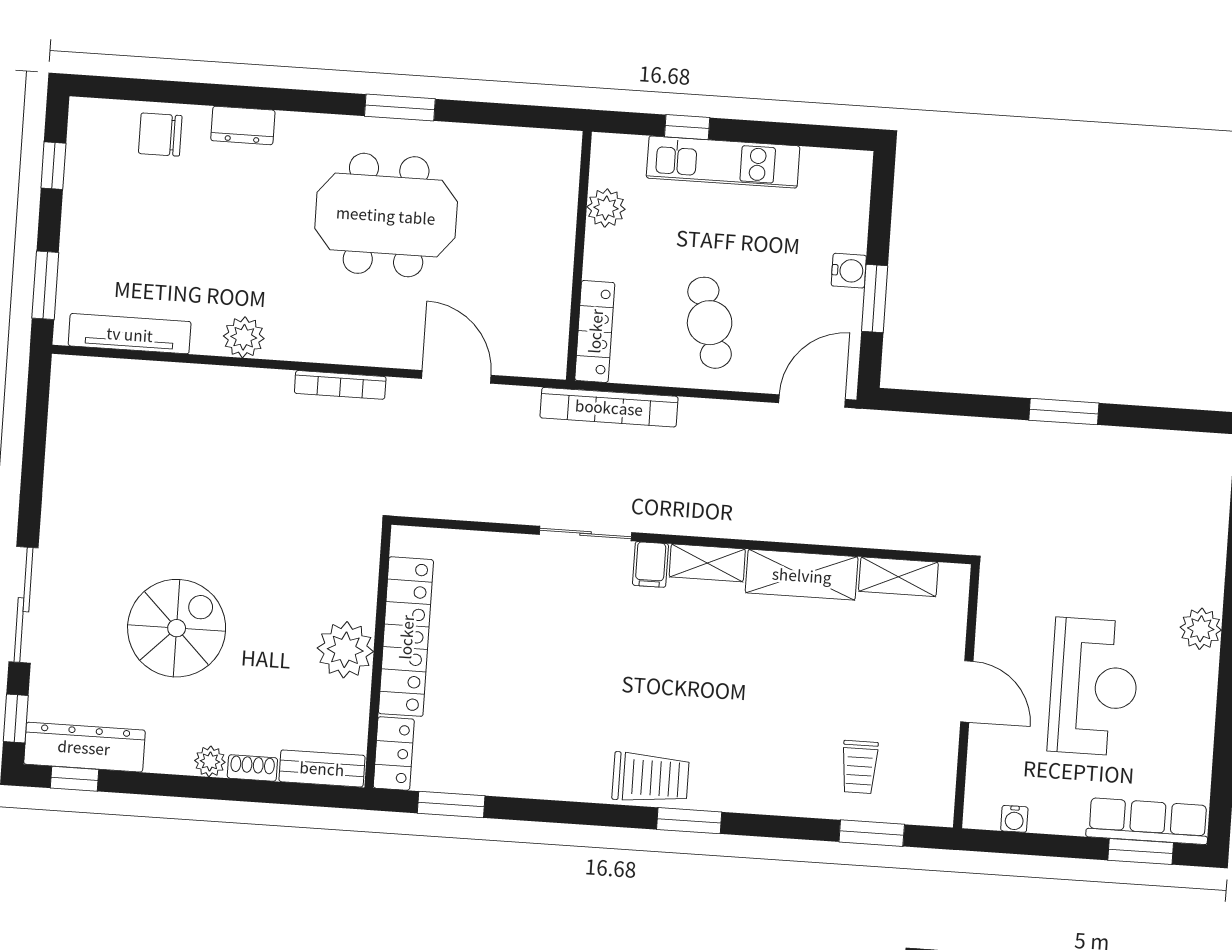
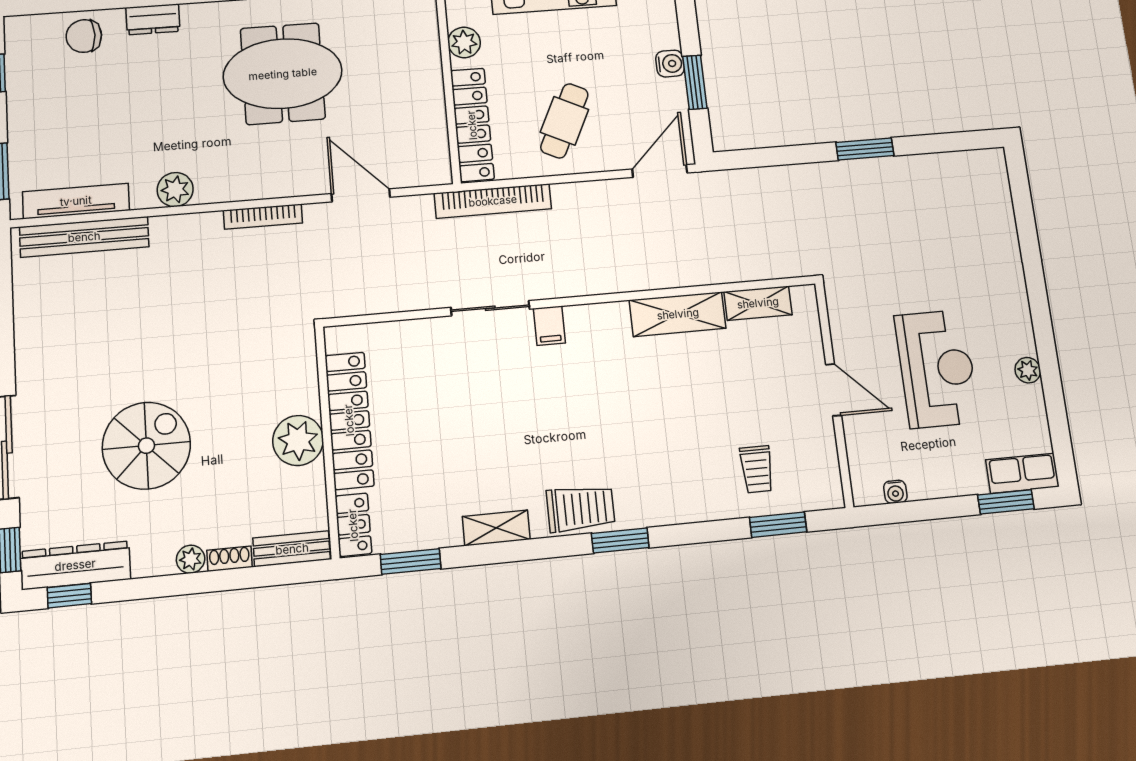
cafe table: (710, 323) -> (564, 121), turned 41
locker: (595, 331) -> (472, 125), width x1.41, depth x1.21
bench: (134, 377) -> (84, 237), added
shelving: (707, 563) -> (496, 528), moved
plant: (1201, 629) -> (1028, 370), moved, width x0.73, depth x0.73
row of seats: (1148, 821) -> (1022, 473), width x0.68

